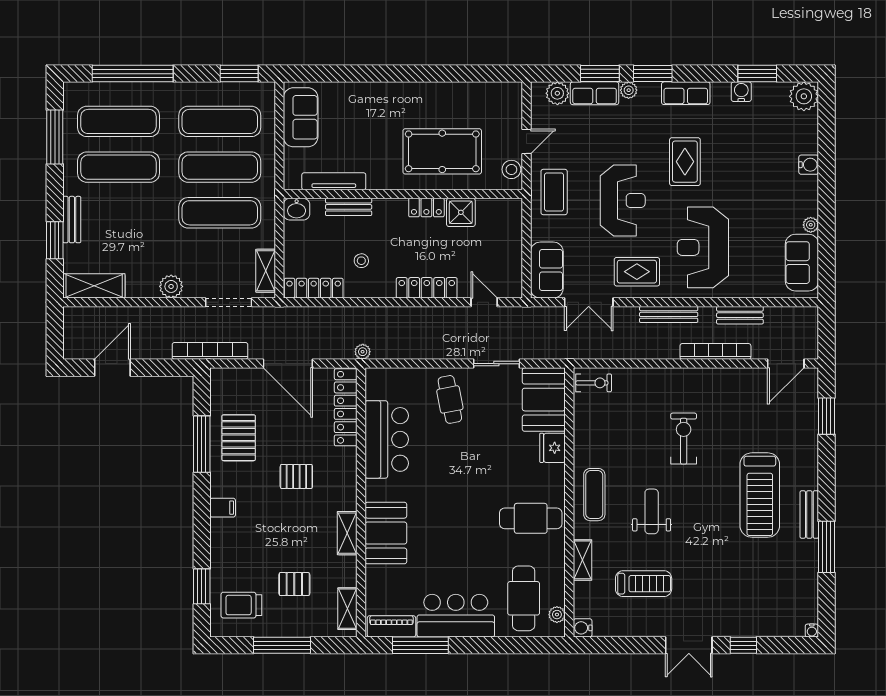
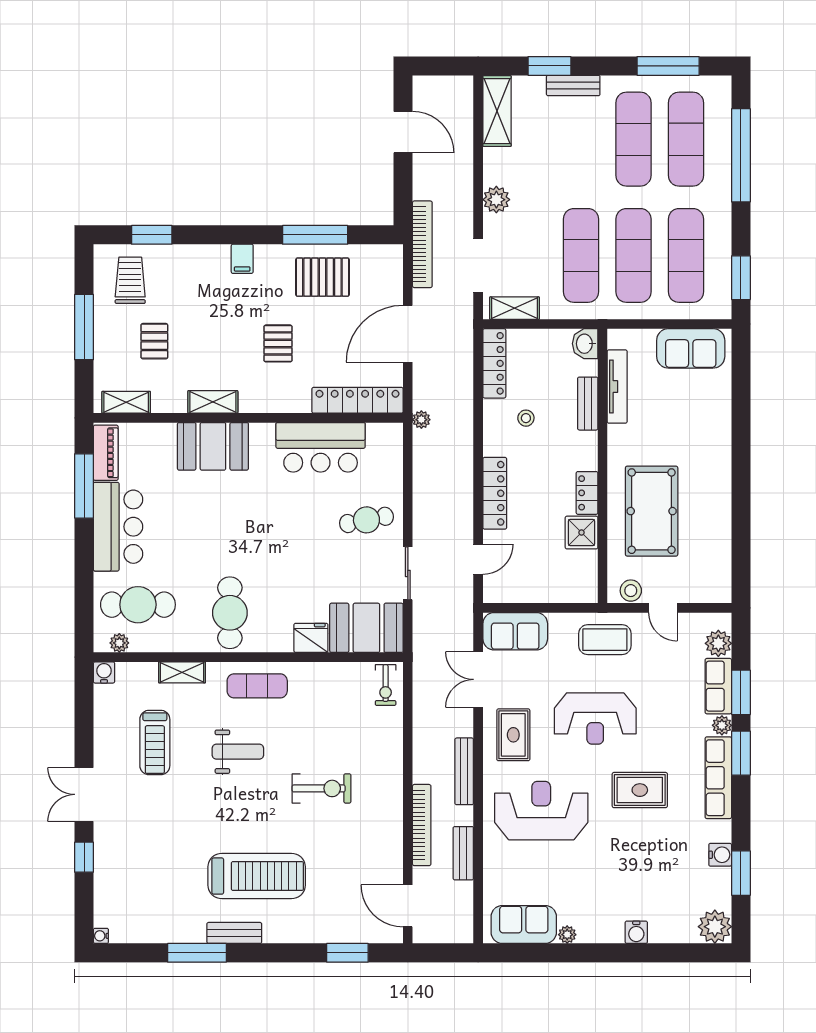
row of seats: (686, 93) -> (718, 778), width x1.48
treadmill: (760, 495) -> (257, 876), turned 180

